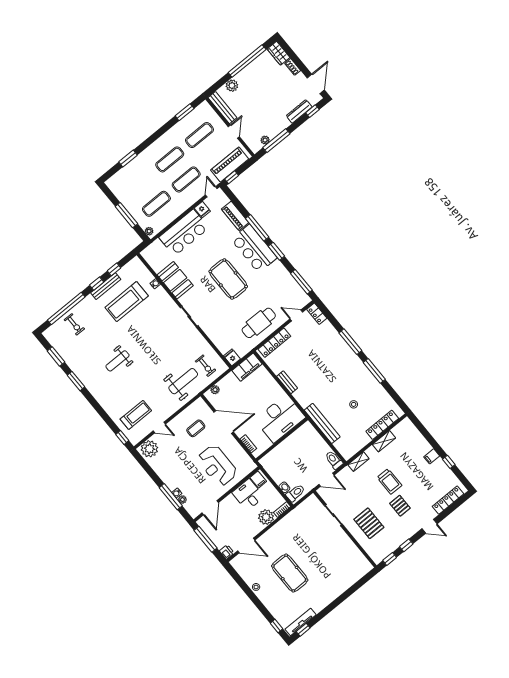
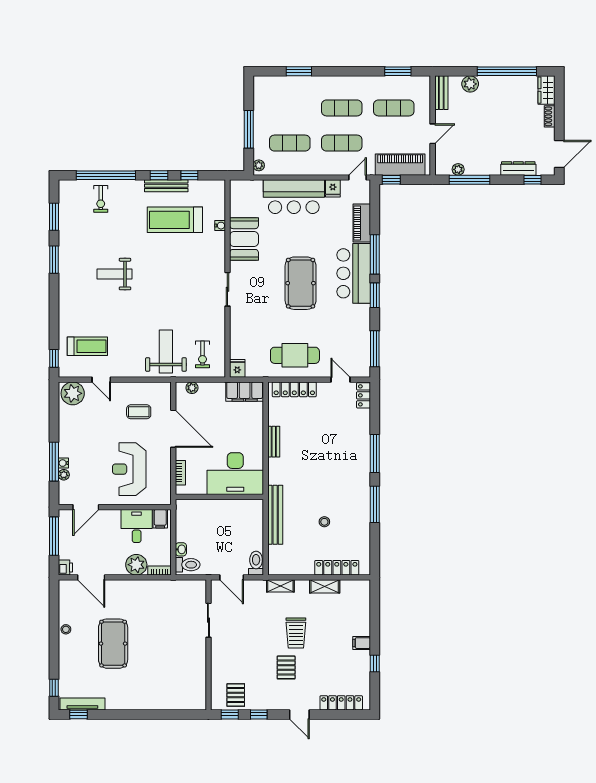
bench: (222, 108) -> (441, 93), width x0.73
weight bench: (183, 381) -> (166, 352), turned -90
pallet: (369, 523) -> (236, 695), moved, width x0.67, depth x0.71

